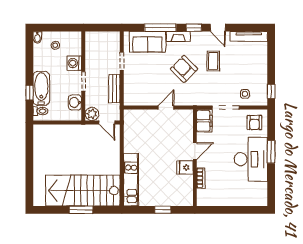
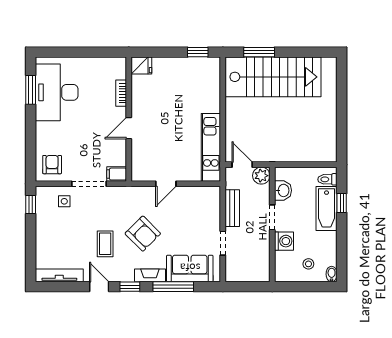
filing cabinet: (204, 121) -> (117, 174), width x0.50
window: (271, 152) -> (31, 90), moved
desk: (251, 159) -> (57, 92), moved
fridge: (185, 167) -> (141, 66), moved
kitchen unit: (131, 180) -> (211, 147), moved
window: (81, 210) -> (259, 52), moved
window: (163, 210) -> (198, 52), moved

